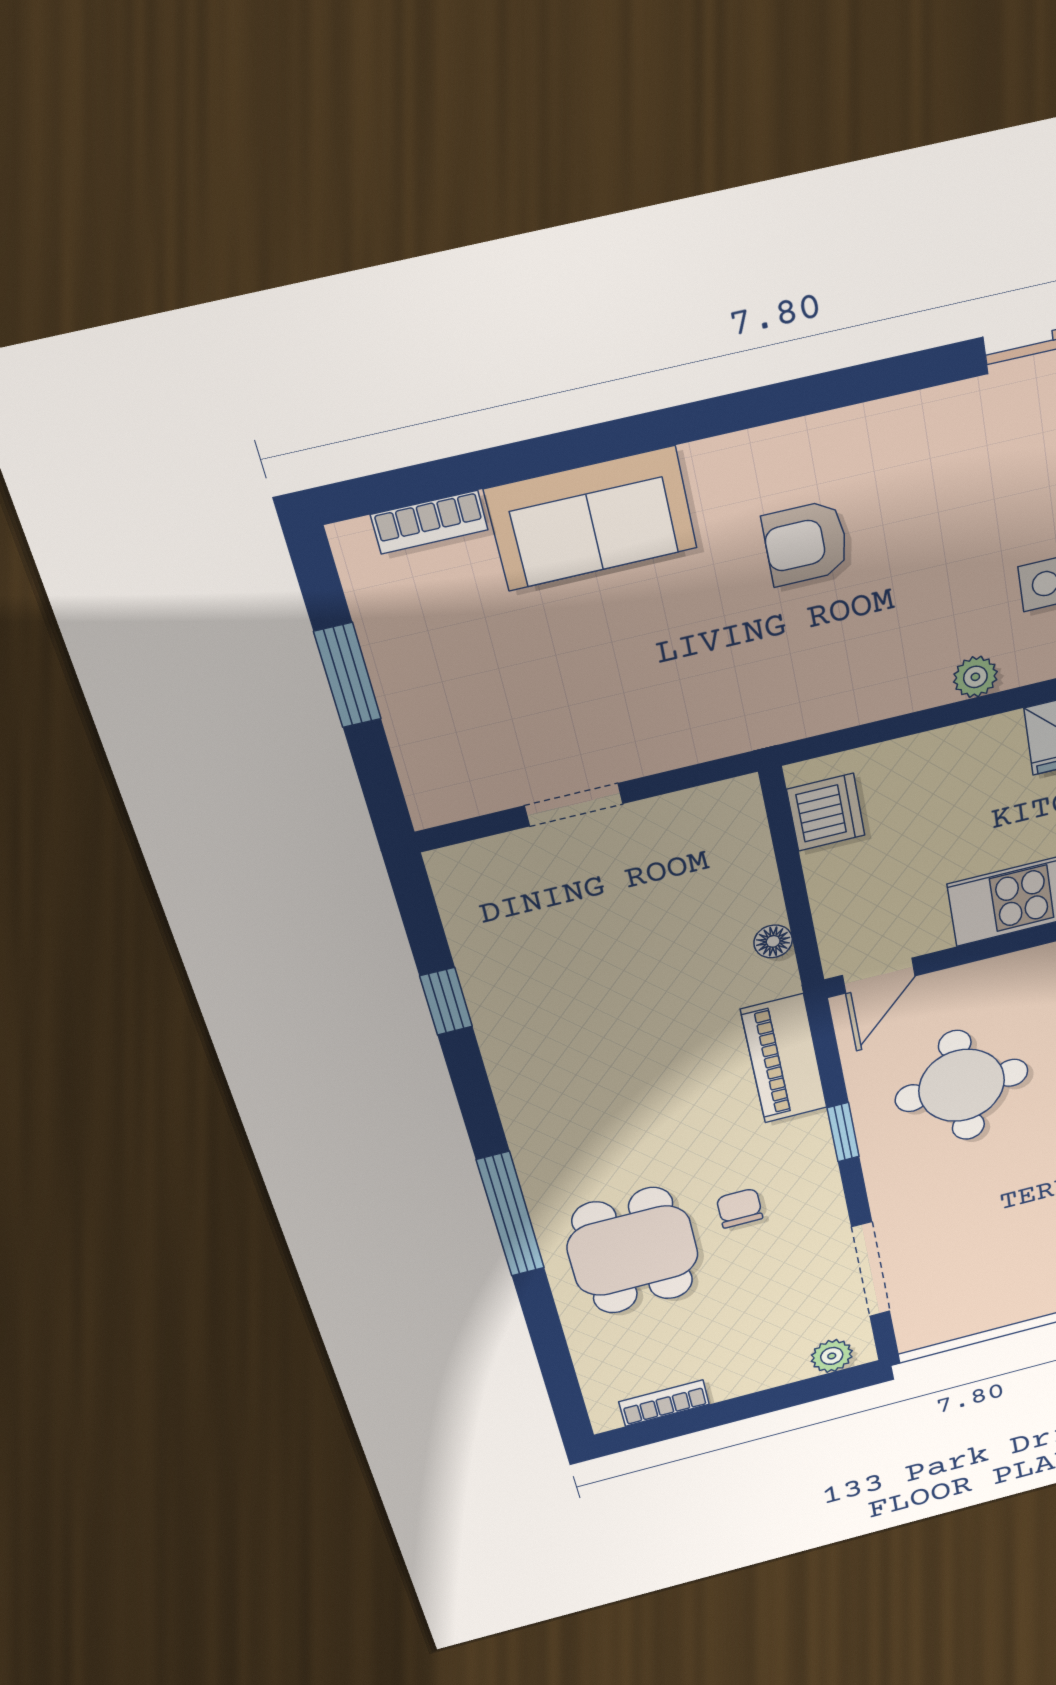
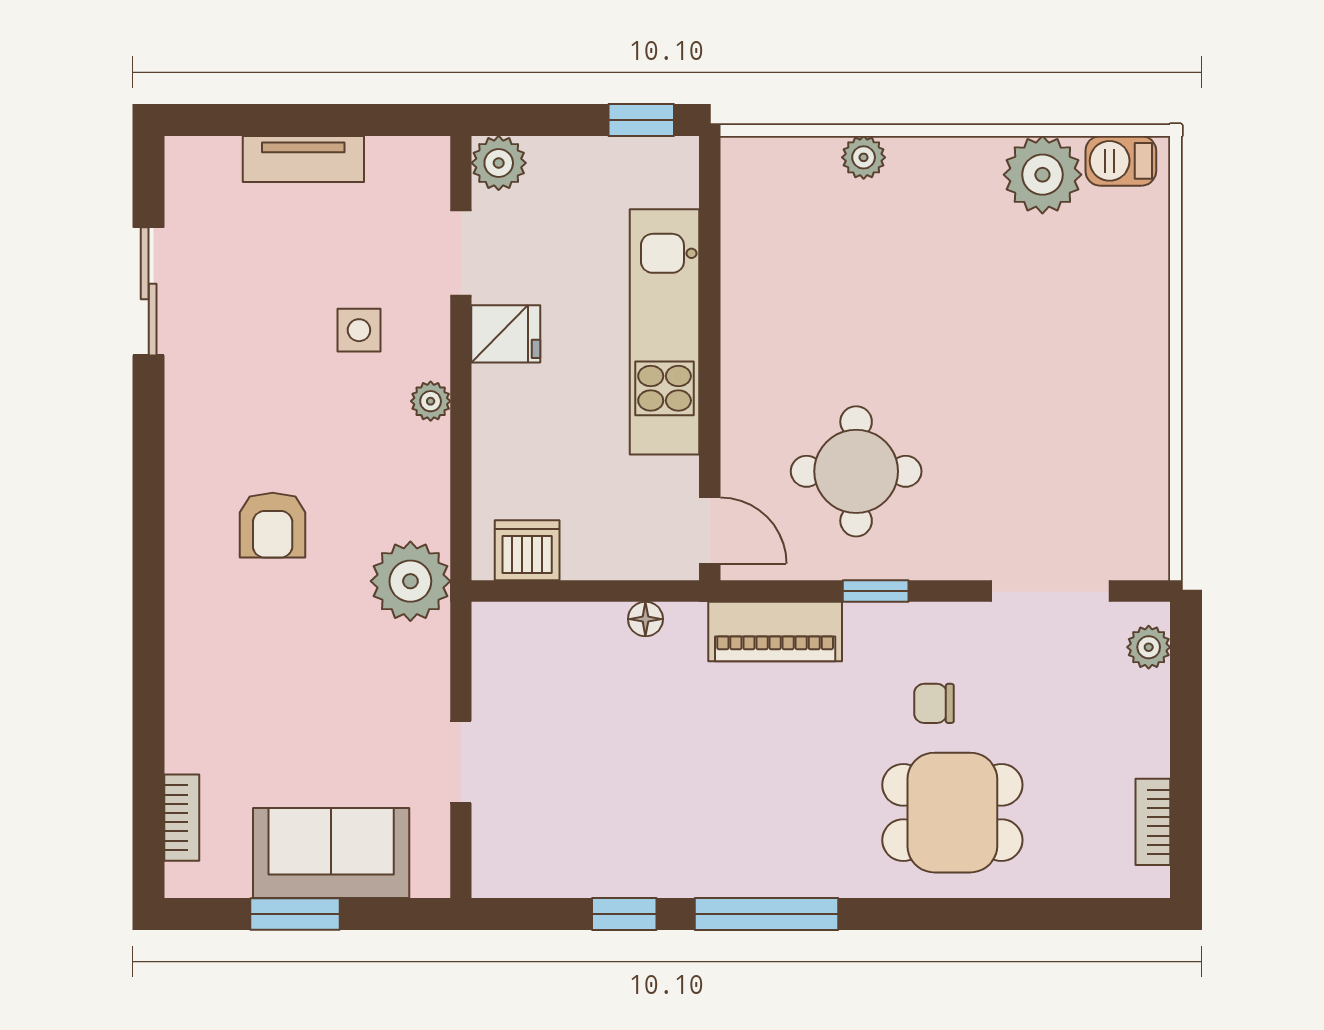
sofa: (591, 519) -> (331, 853), moved, turned -90
plant: (769, 705) -> (410, 581), added
window: (511, 1214) -> (767, 914), moved

